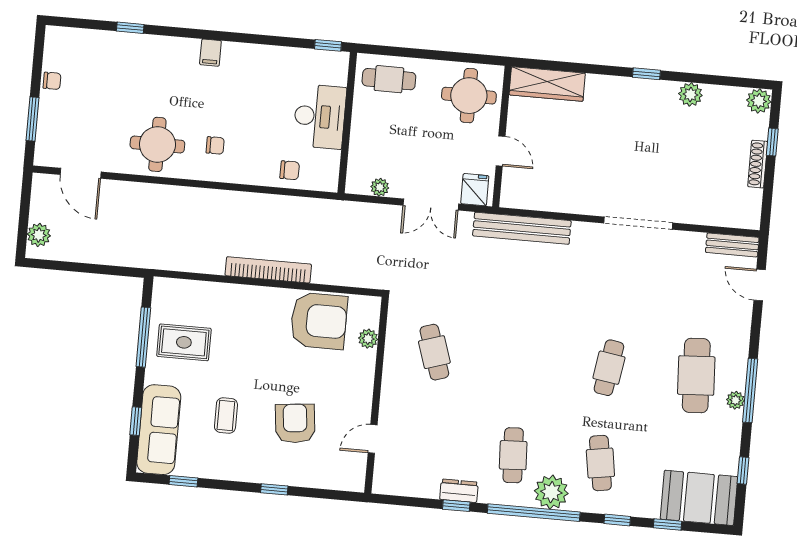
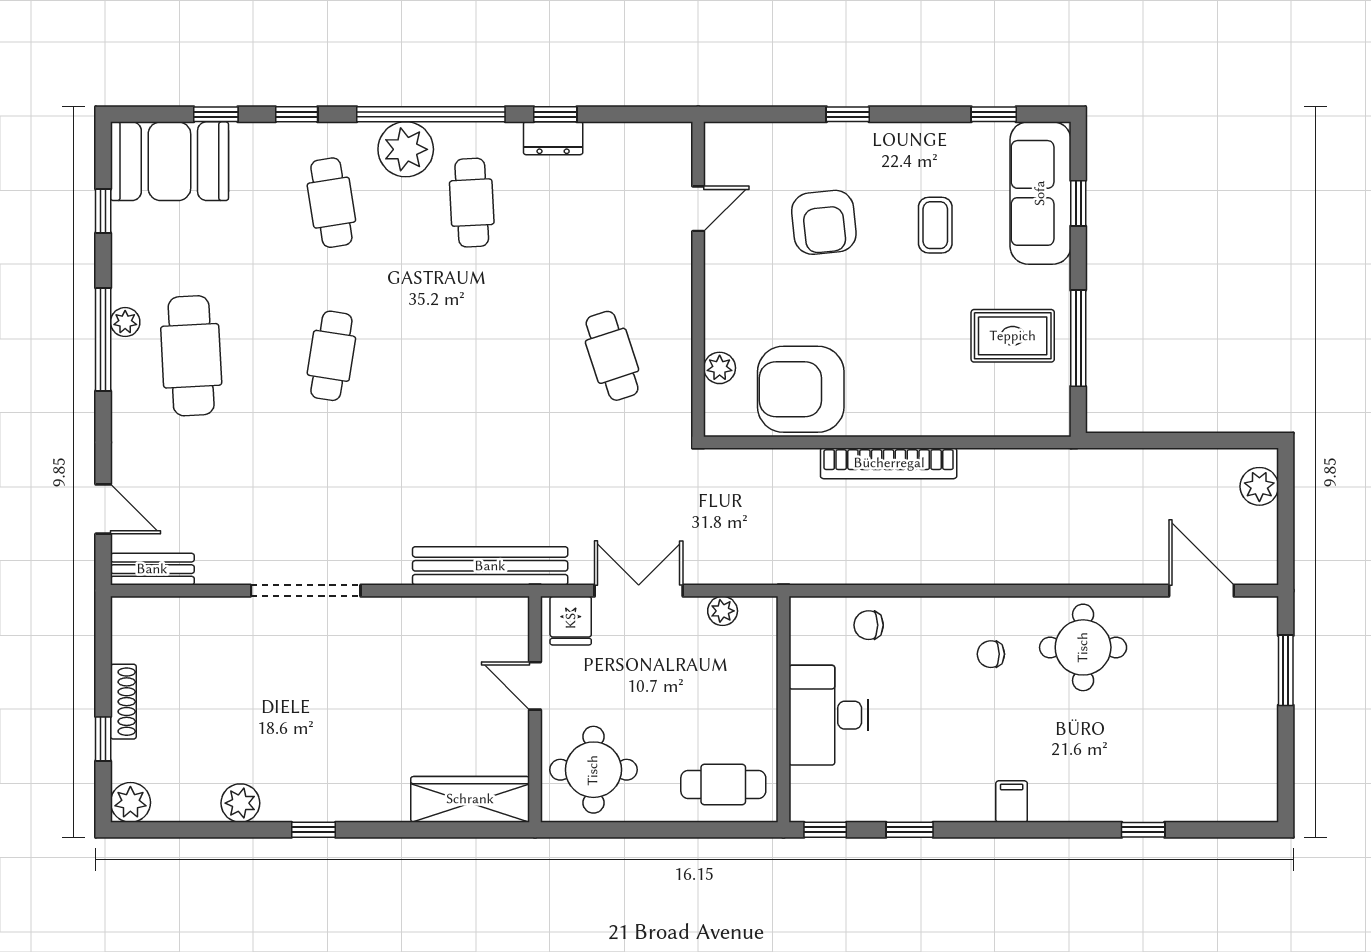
window: (275, 41) -> (910, 830), added
chair: (52, 81) -> (1260, 734), removed

